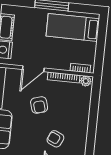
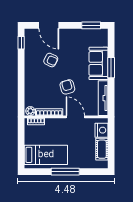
door: (33, 69) -> (75, 117), hinge flipped

